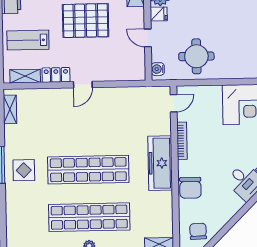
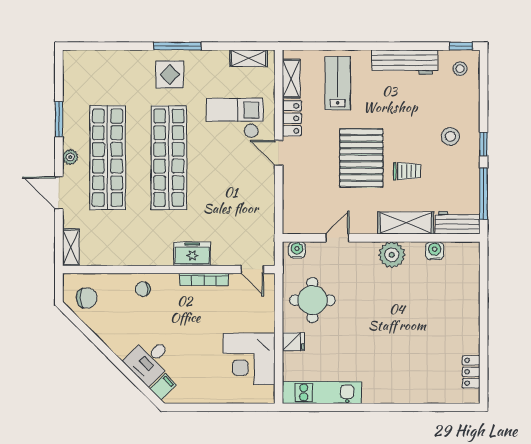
fridge: (159, 14) -> (293, 342), moved, turned -90
checkout: (57, 119) -> (235, 118), added
freezer: (160, 163) -> (192, 254), width x0.52, depth x0.79
chair: (190, 188) -> (143, 289), width x0.54, depth x0.54

